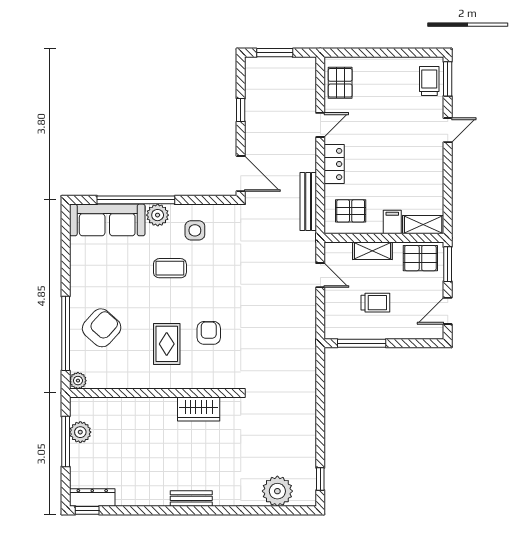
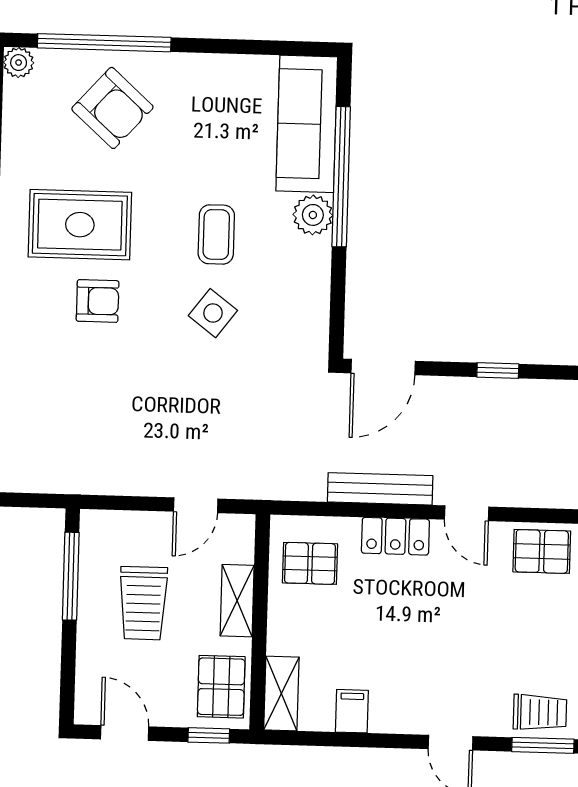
bench: (308, 201) -> (380, 489), moved
pallet: (351, 211) -> (310, 563), turned 90
filing cabinet: (392, 222) -> (352, 711), moved, turned -90
side table: (195, 230) -> (213, 313), moved, turned 37
window: (448, 264) -> (209, 735), width x0.67
trolley: (375, 303) -> (143, 603), width x1.36, depth x1.39
rug: (167, 344) -> (80, 225), width x1.36, depth x1.43

